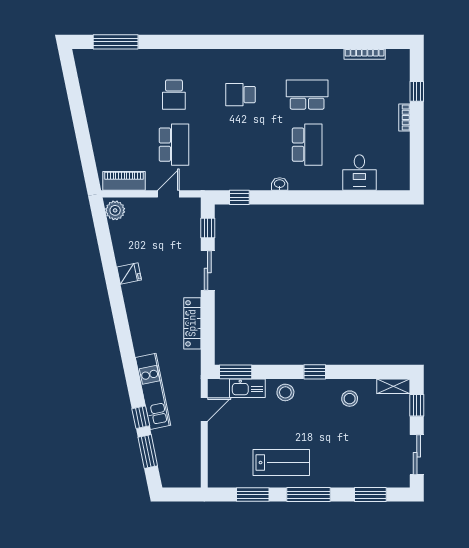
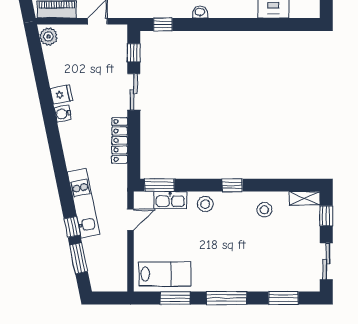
water cooler: (131, 294) -> (63, 114), added
lab bench: (281, 463) -> (165, 274), moved

